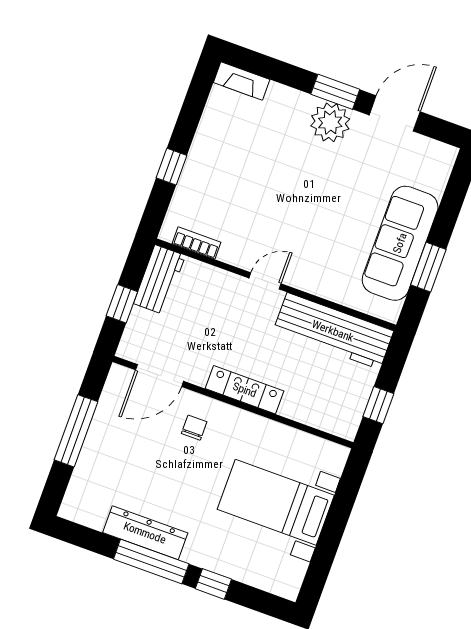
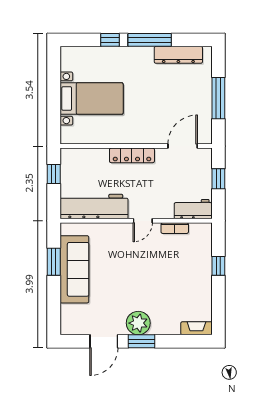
bookcase: (197, 243) -> (175, 228), moved
workbench: (159, 280) -> (193, 209), moved, turned 90
chair: (194, 428) -> (153, 124), removed
dresser: (145, 533) -> (178, 55), moved

